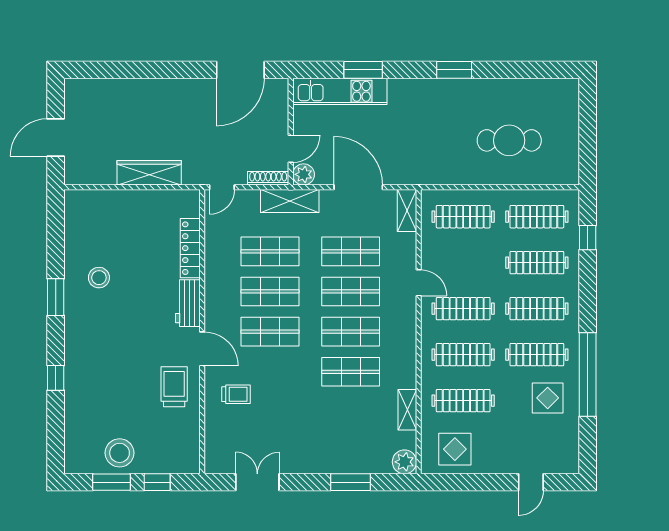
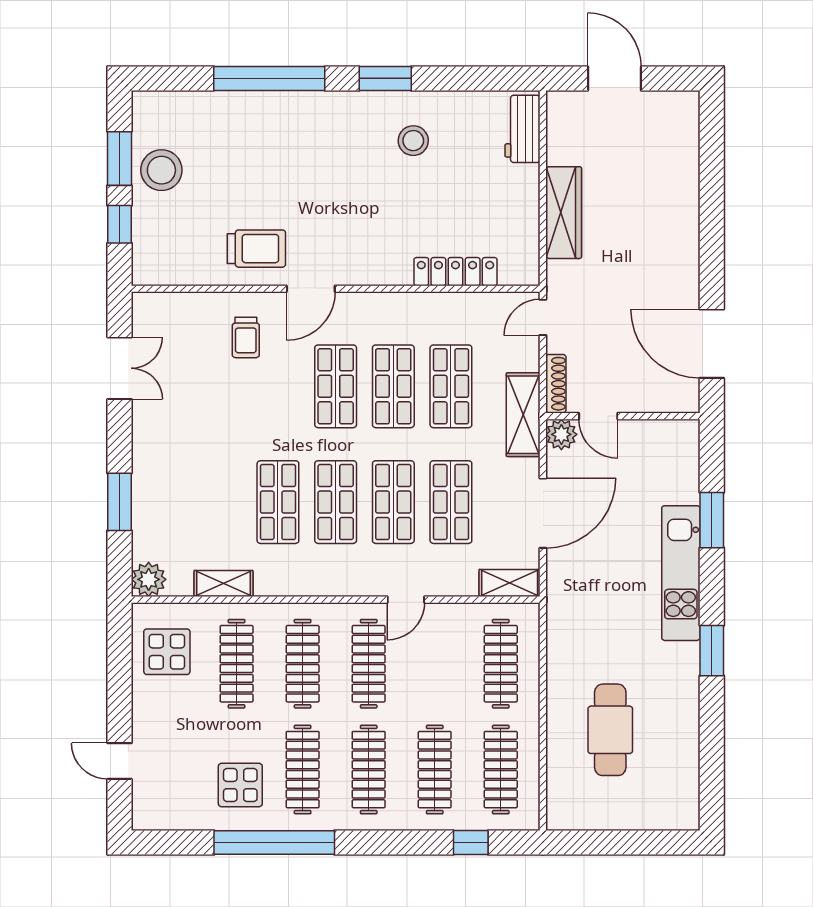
kitchen unit: (340, 91) -> (681, 573), moved
door: (222, 187) -> (543, 317), hinge flipped
workbench: (188, 303) -> (523, 129), moved, turned -90
window: (56, 378) -> (269, 78), width x3.17

